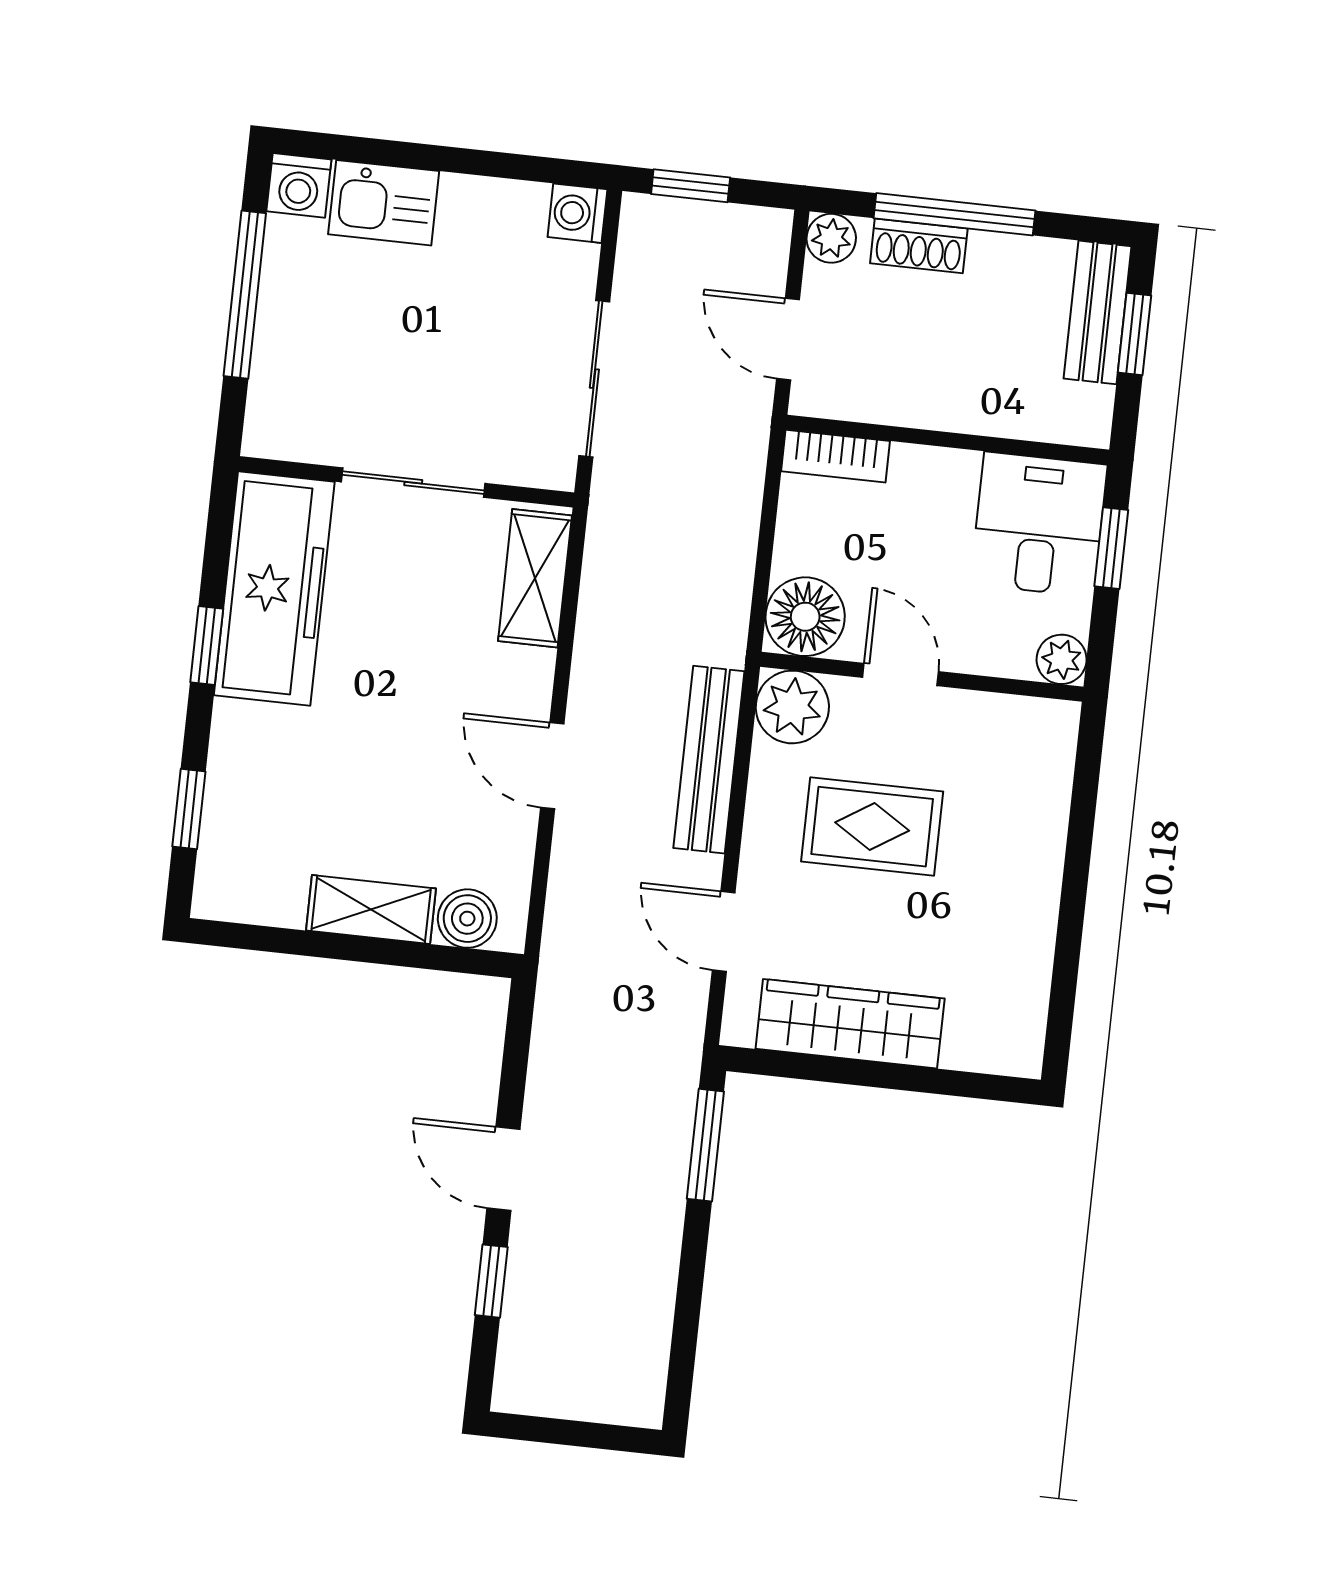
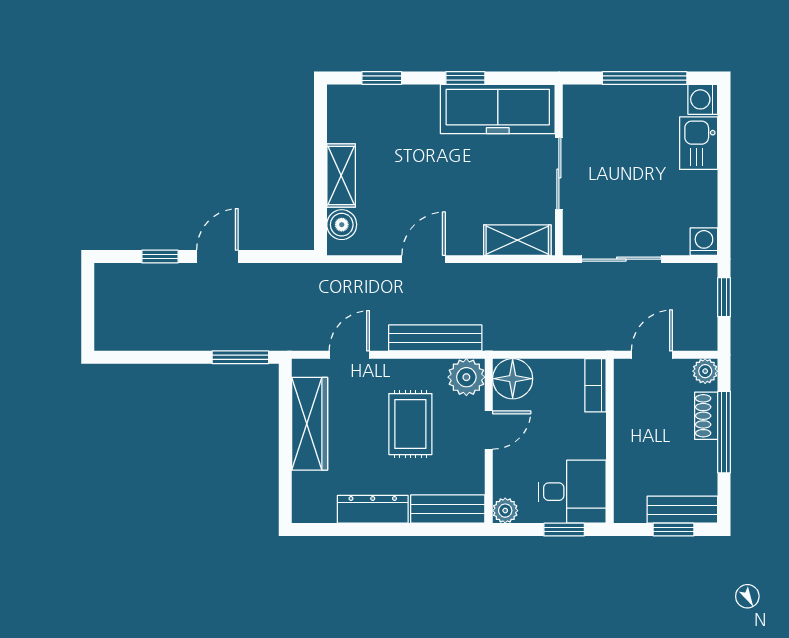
bench: (1046, 771) -> (448, 509), added
dresser: (1031, 918) -> (373, 509), added

